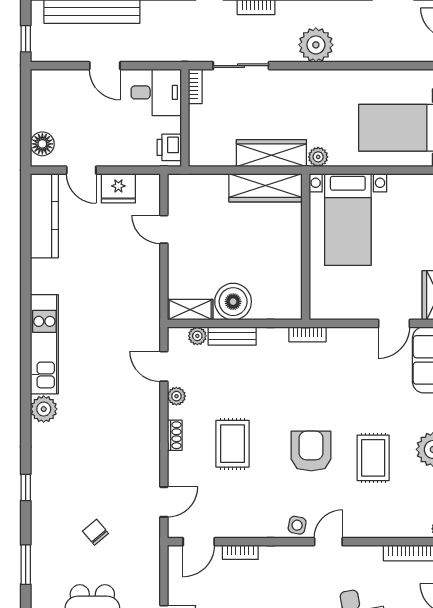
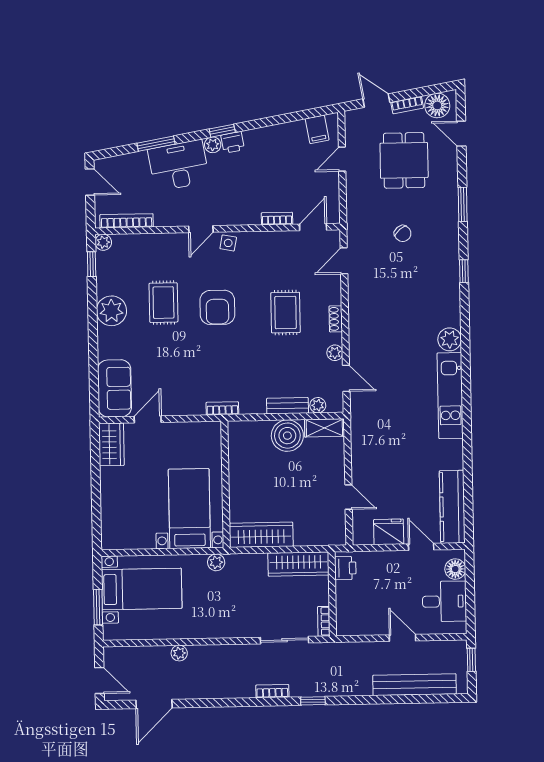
plant: (316, 45) -> (179, 653), moved, width x0.53, depth x0.53
desk: (156, 92) -> (444, 601), moved, turned 180
wardrobe: (271, 153) -> (298, 564), moved

